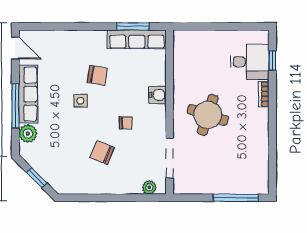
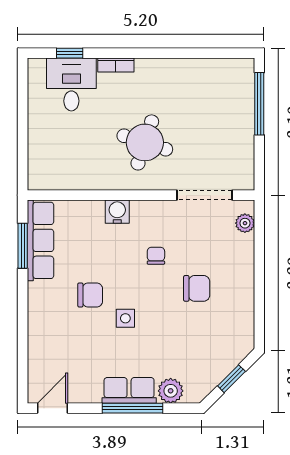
chair: (97, 75) -> (90, 295), turned 80
row of seats: (28, 94) -> (129, 390), width x0.68
chair: (102, 152) -> (197, 288), turned -112

